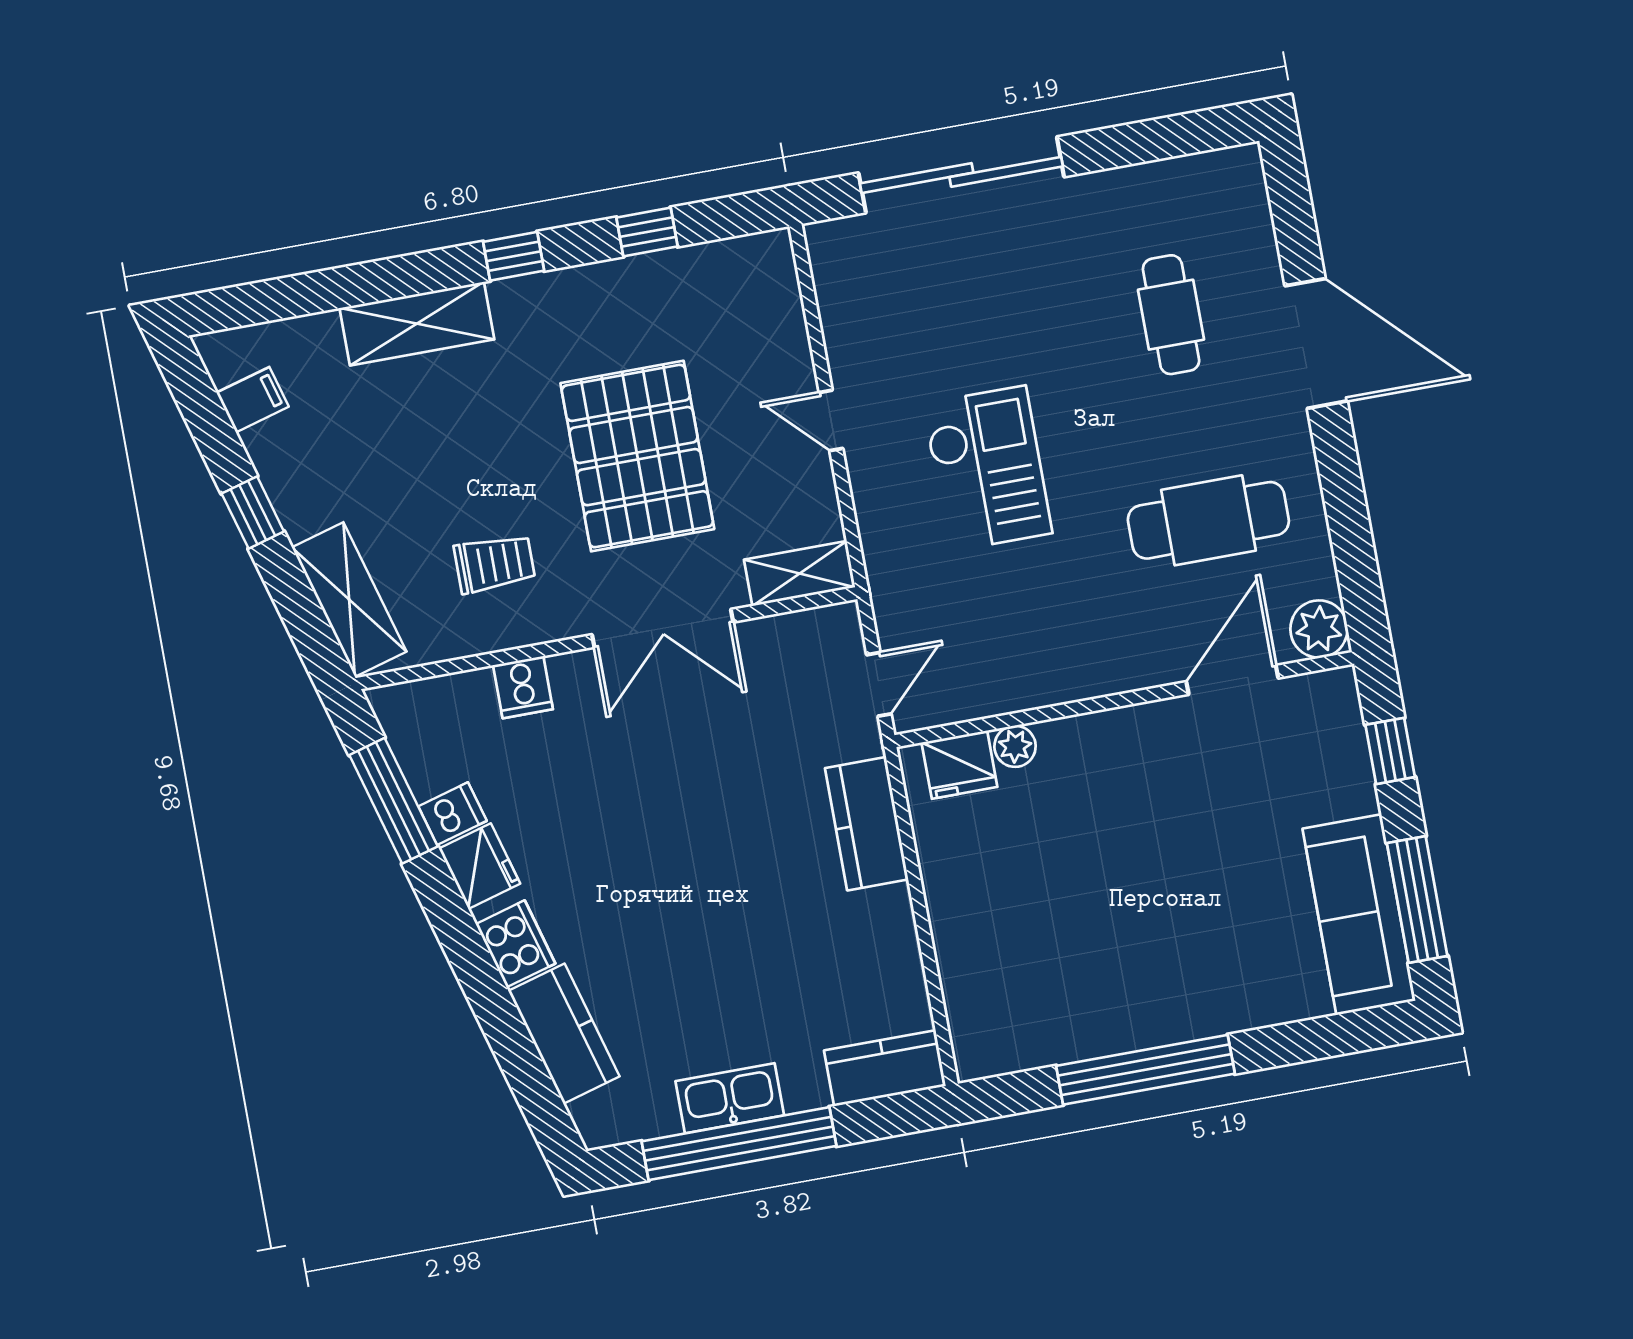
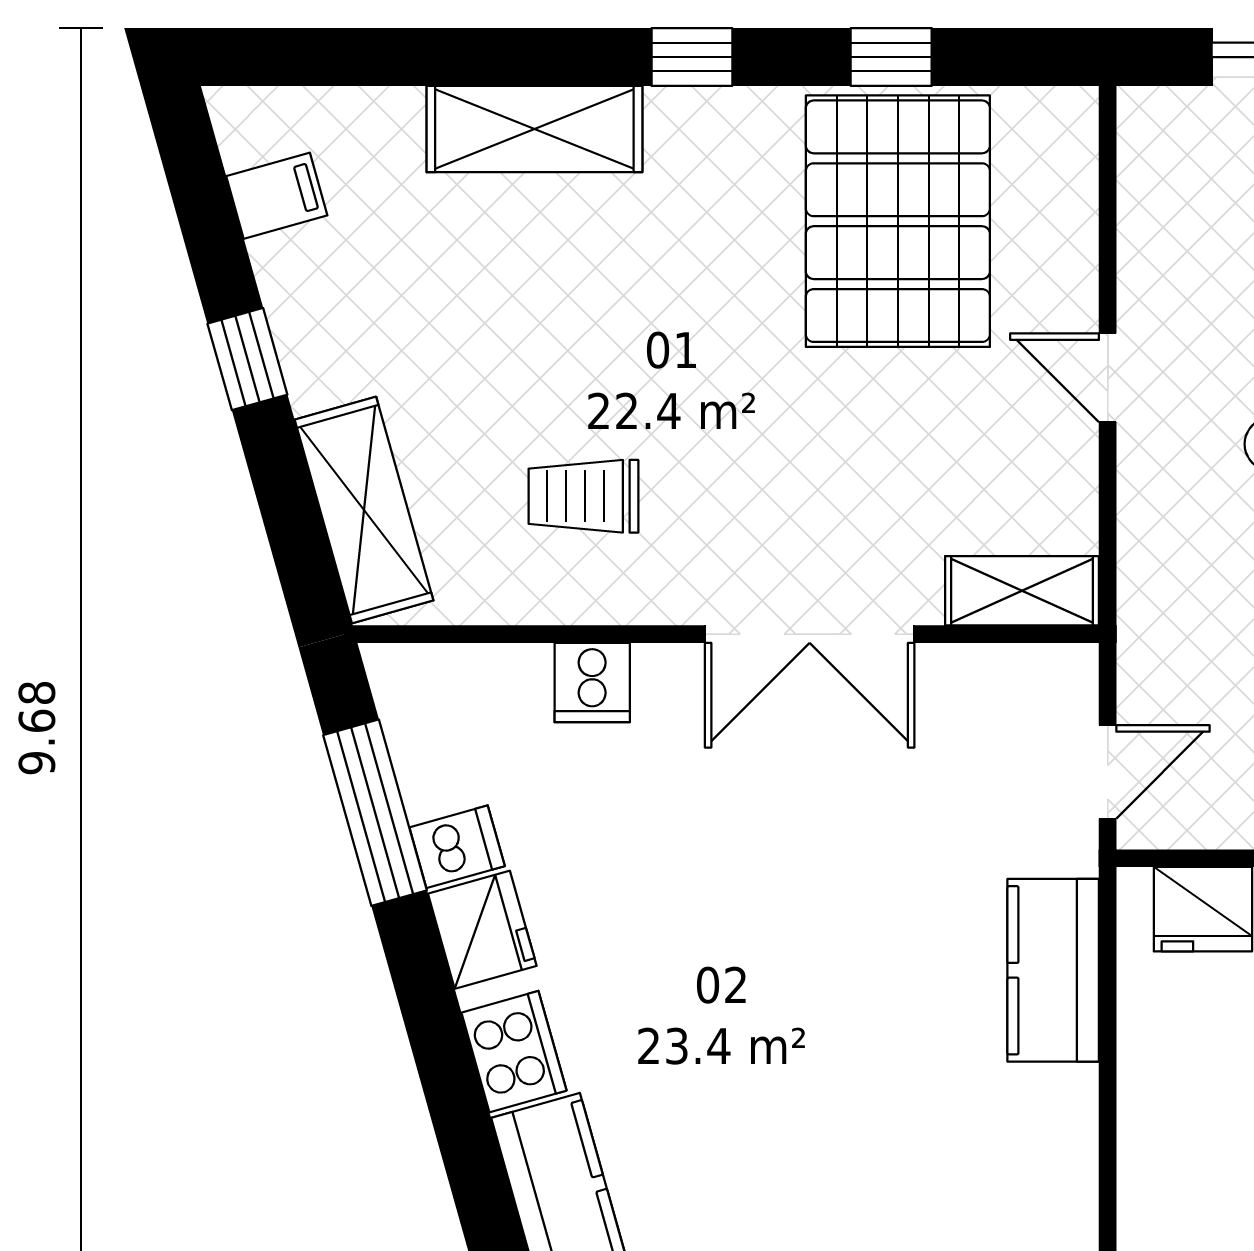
pallet: (637, 456) -> (898, 221), moved
trolley: (494, 564) -> (583, 496), turned 180

